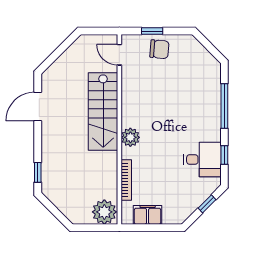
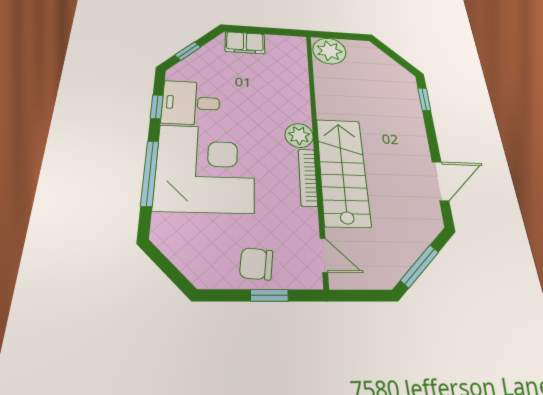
window: (61, 49) -> (420, 266), added
corner desk: (191, 111) -> (206, 168), added
bookcase: (126, 180) -> (308, 177), moved
filing cabinet: (148, 215) -> (245, 43), moved

